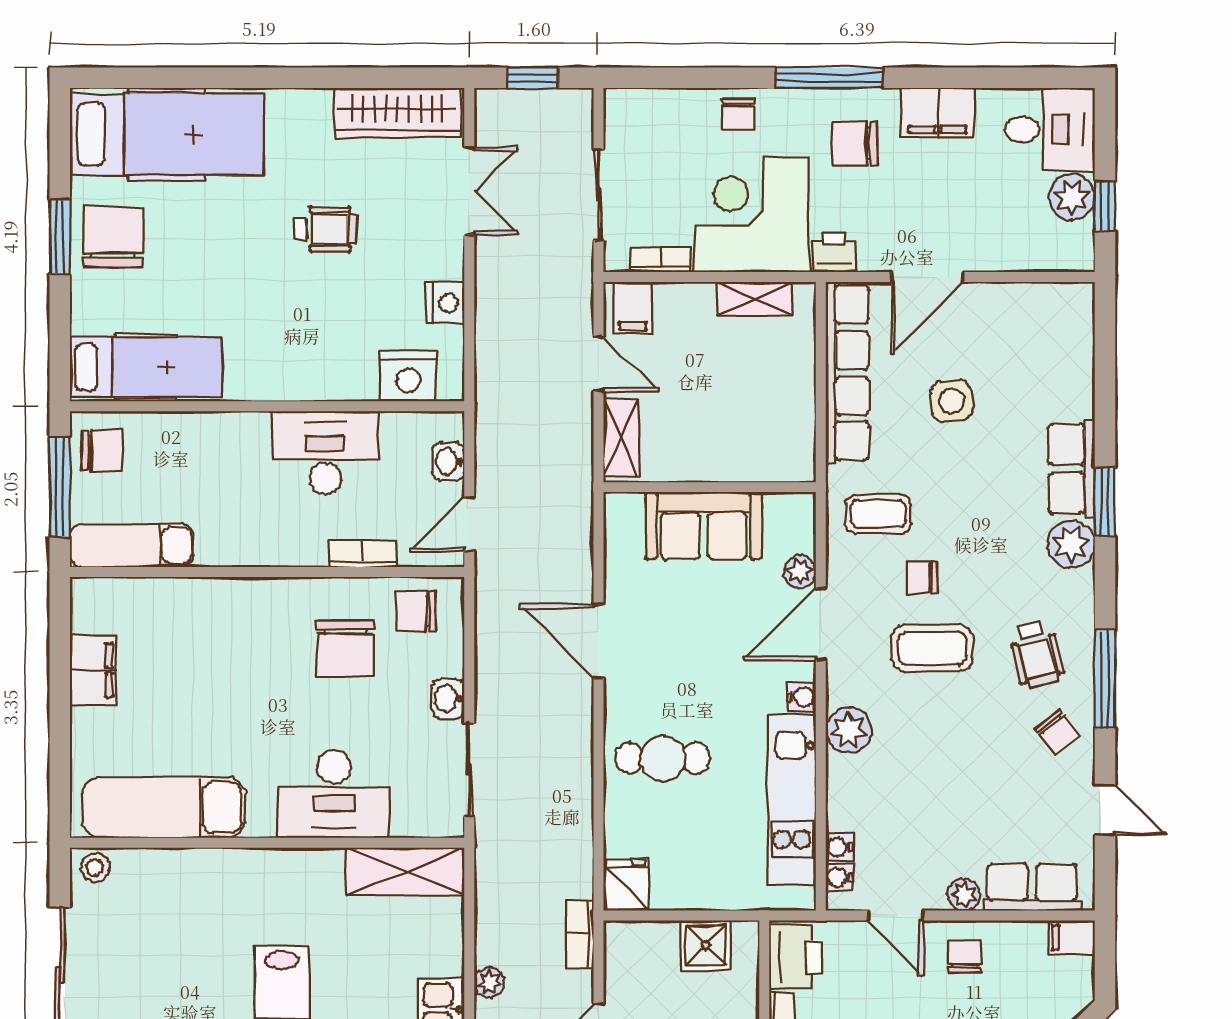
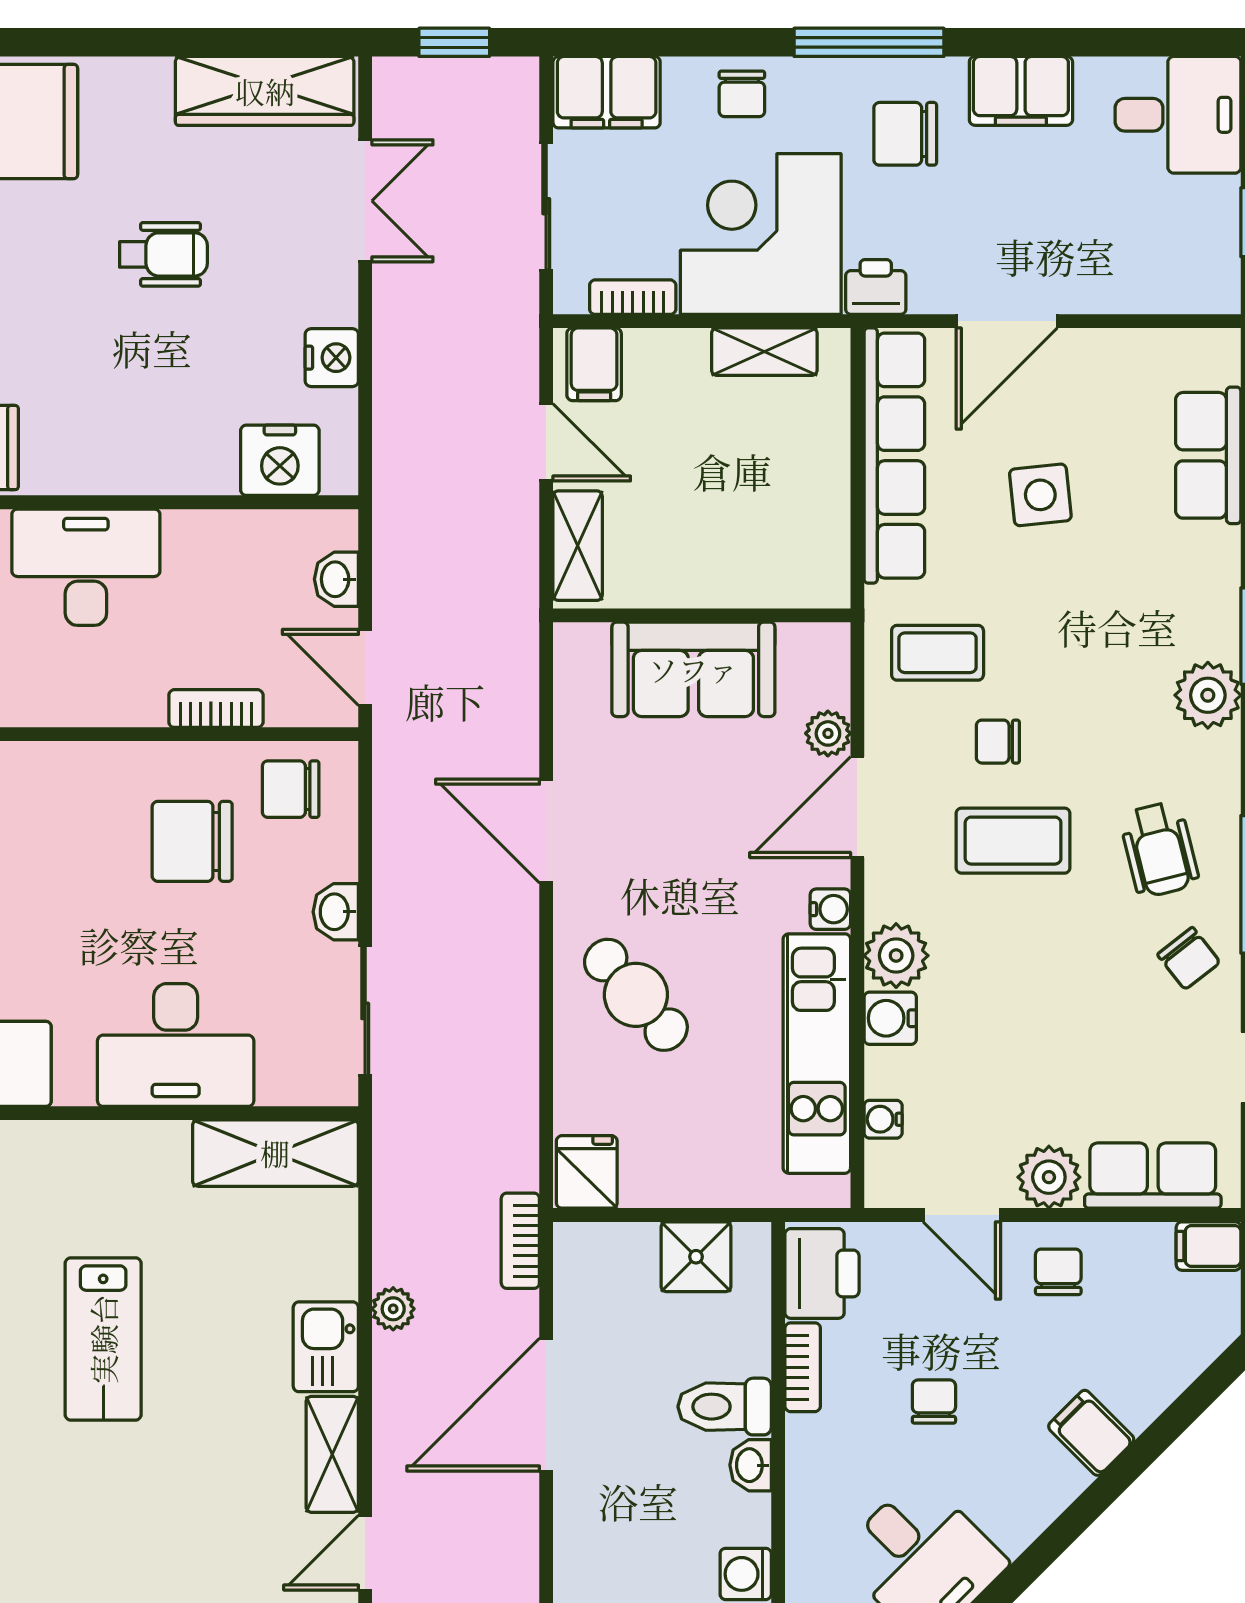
filing cabinet: (642, 113) -> (607, 92), added
plant: (1072, 197) -> (1209, 210), removed
desk: (325, 453) -> (86, 567), moved
row of seats: (1071, 469) -> (1208, 455), moved
door: (469, 524) -> (365, 667), hinge flipped
chair: (346, 649) -> (192, 841), turned 90
cafe table: (663, 758) -> (636, 995), turned 49
water cooler: (839, 877) -> (890, 1018), moved, width x1.38, depth x1.38
plant: (964, 895) -> (1049, 1177), width x1.38, depth x1.38

